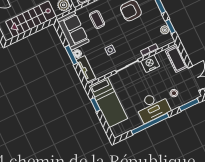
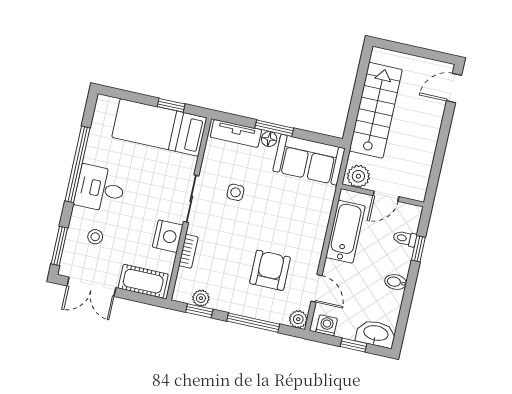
coffee table: (97, 20) -> (297, 209), removed
desk: (153, 107) -> (100, 189), width x0.73

